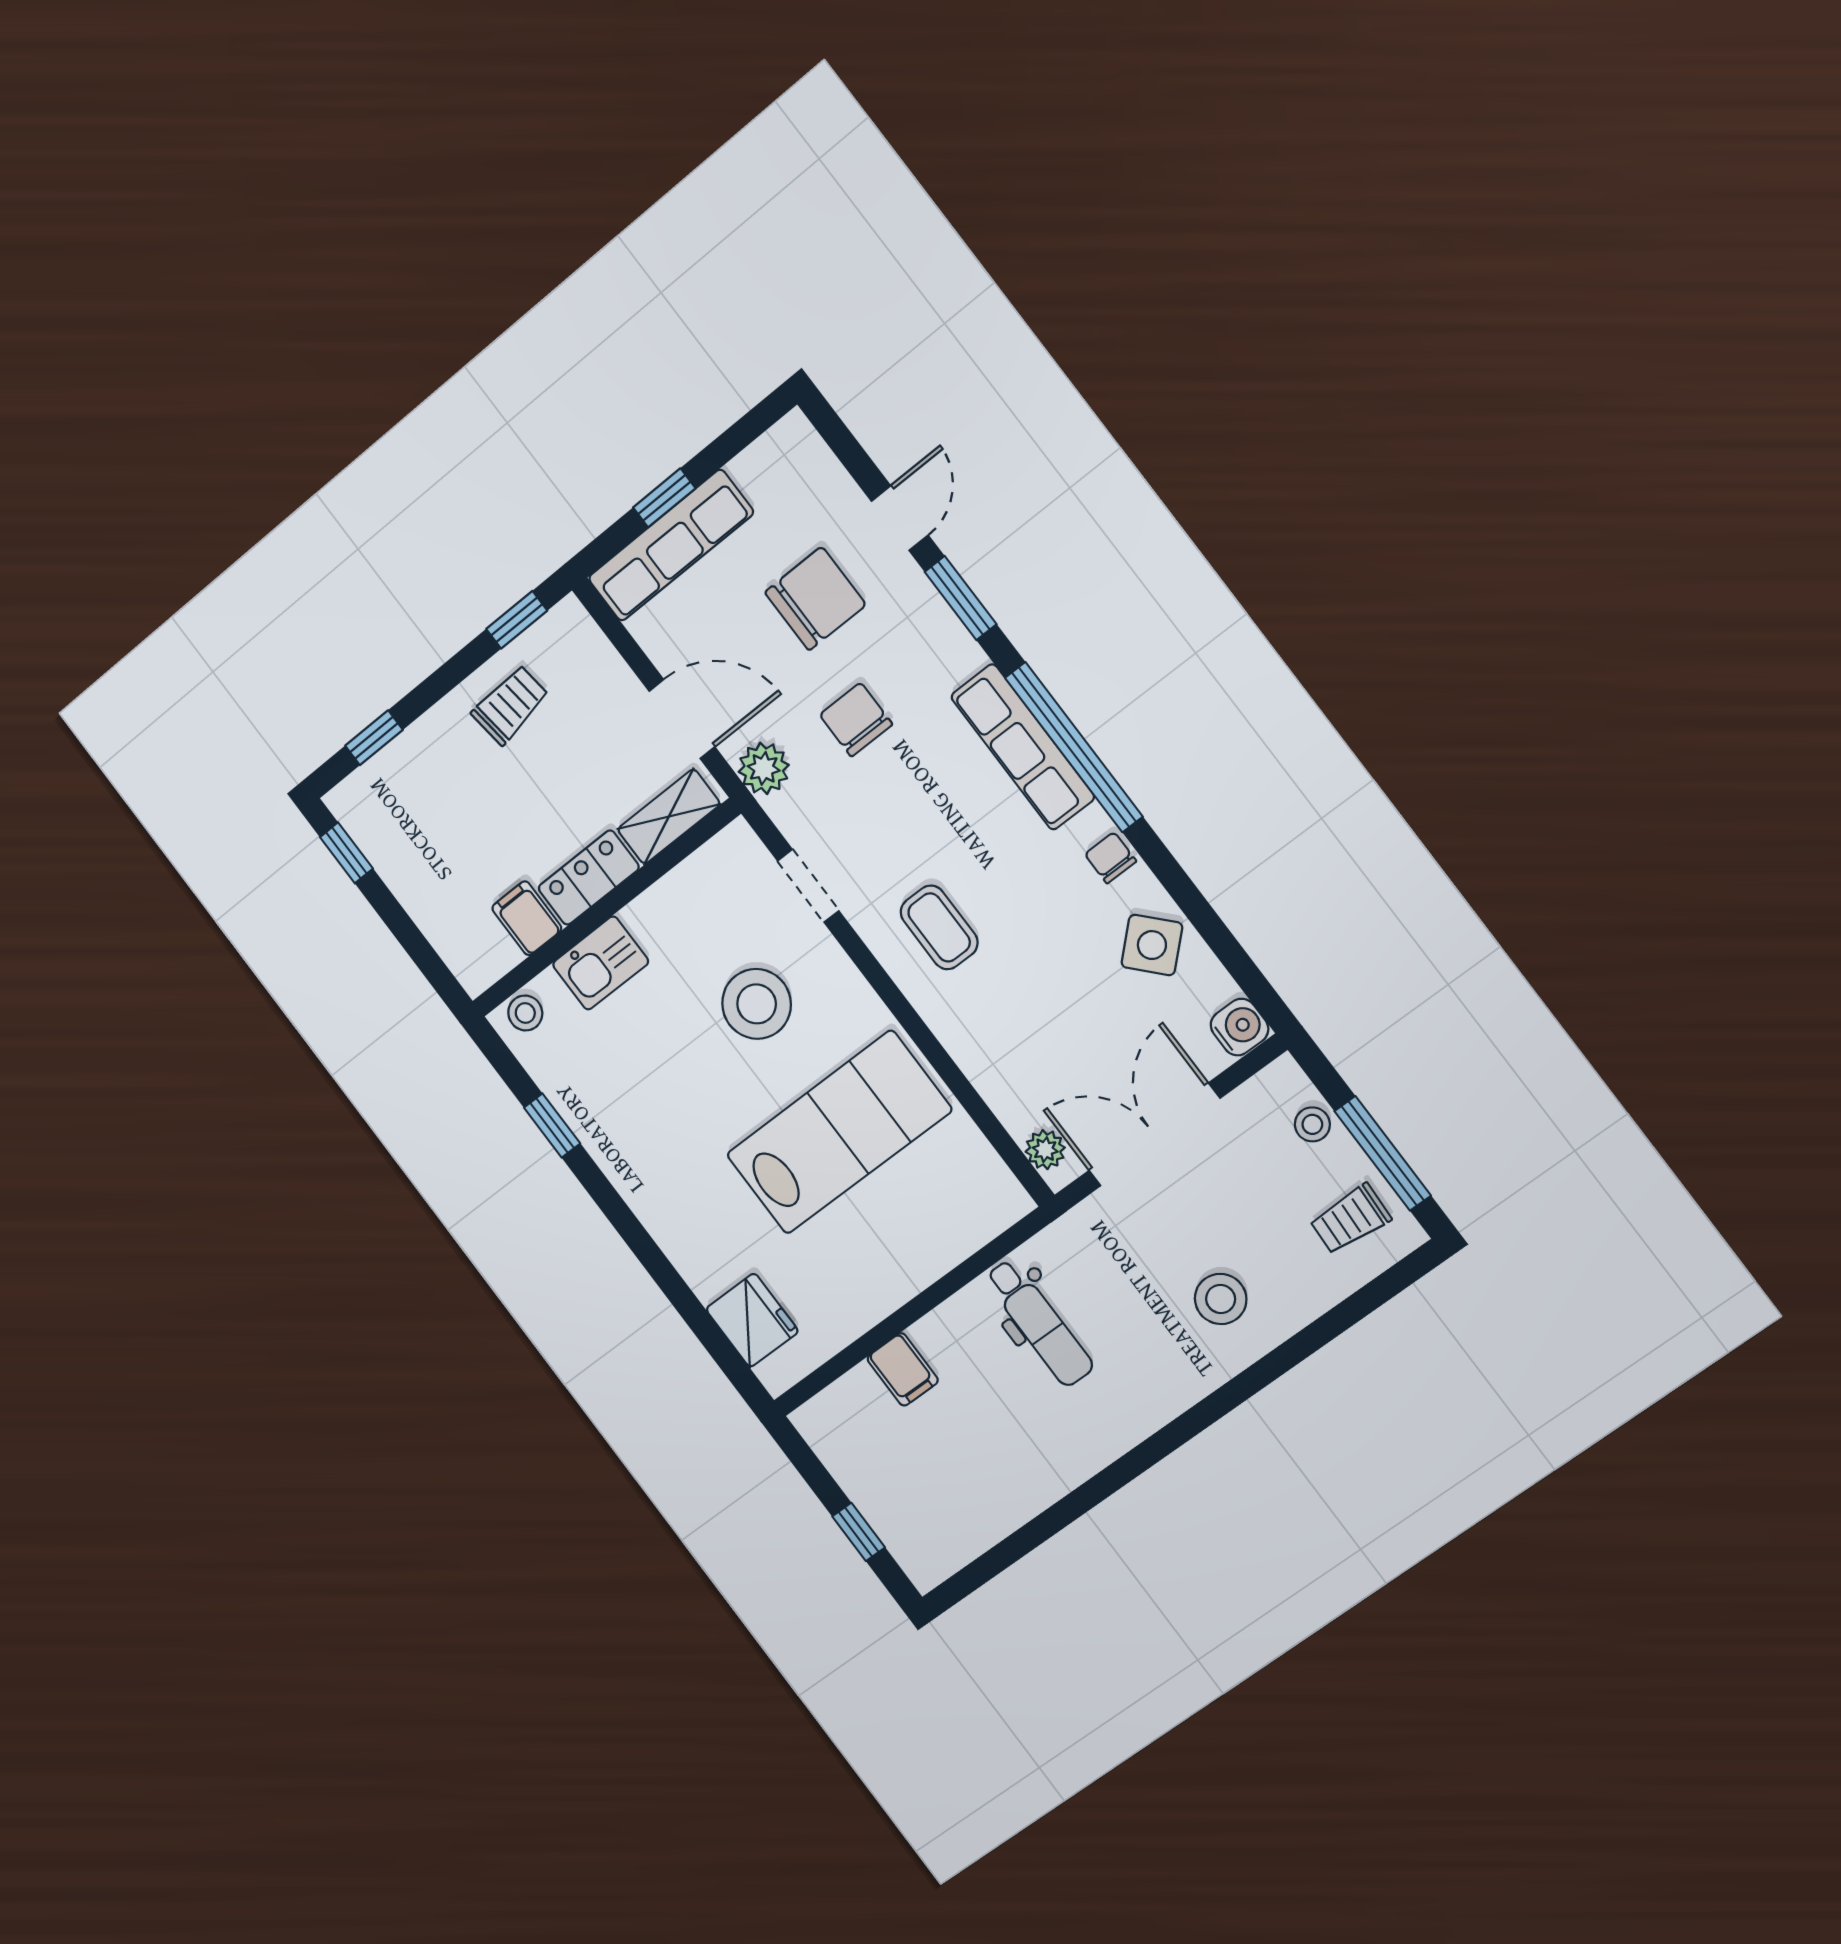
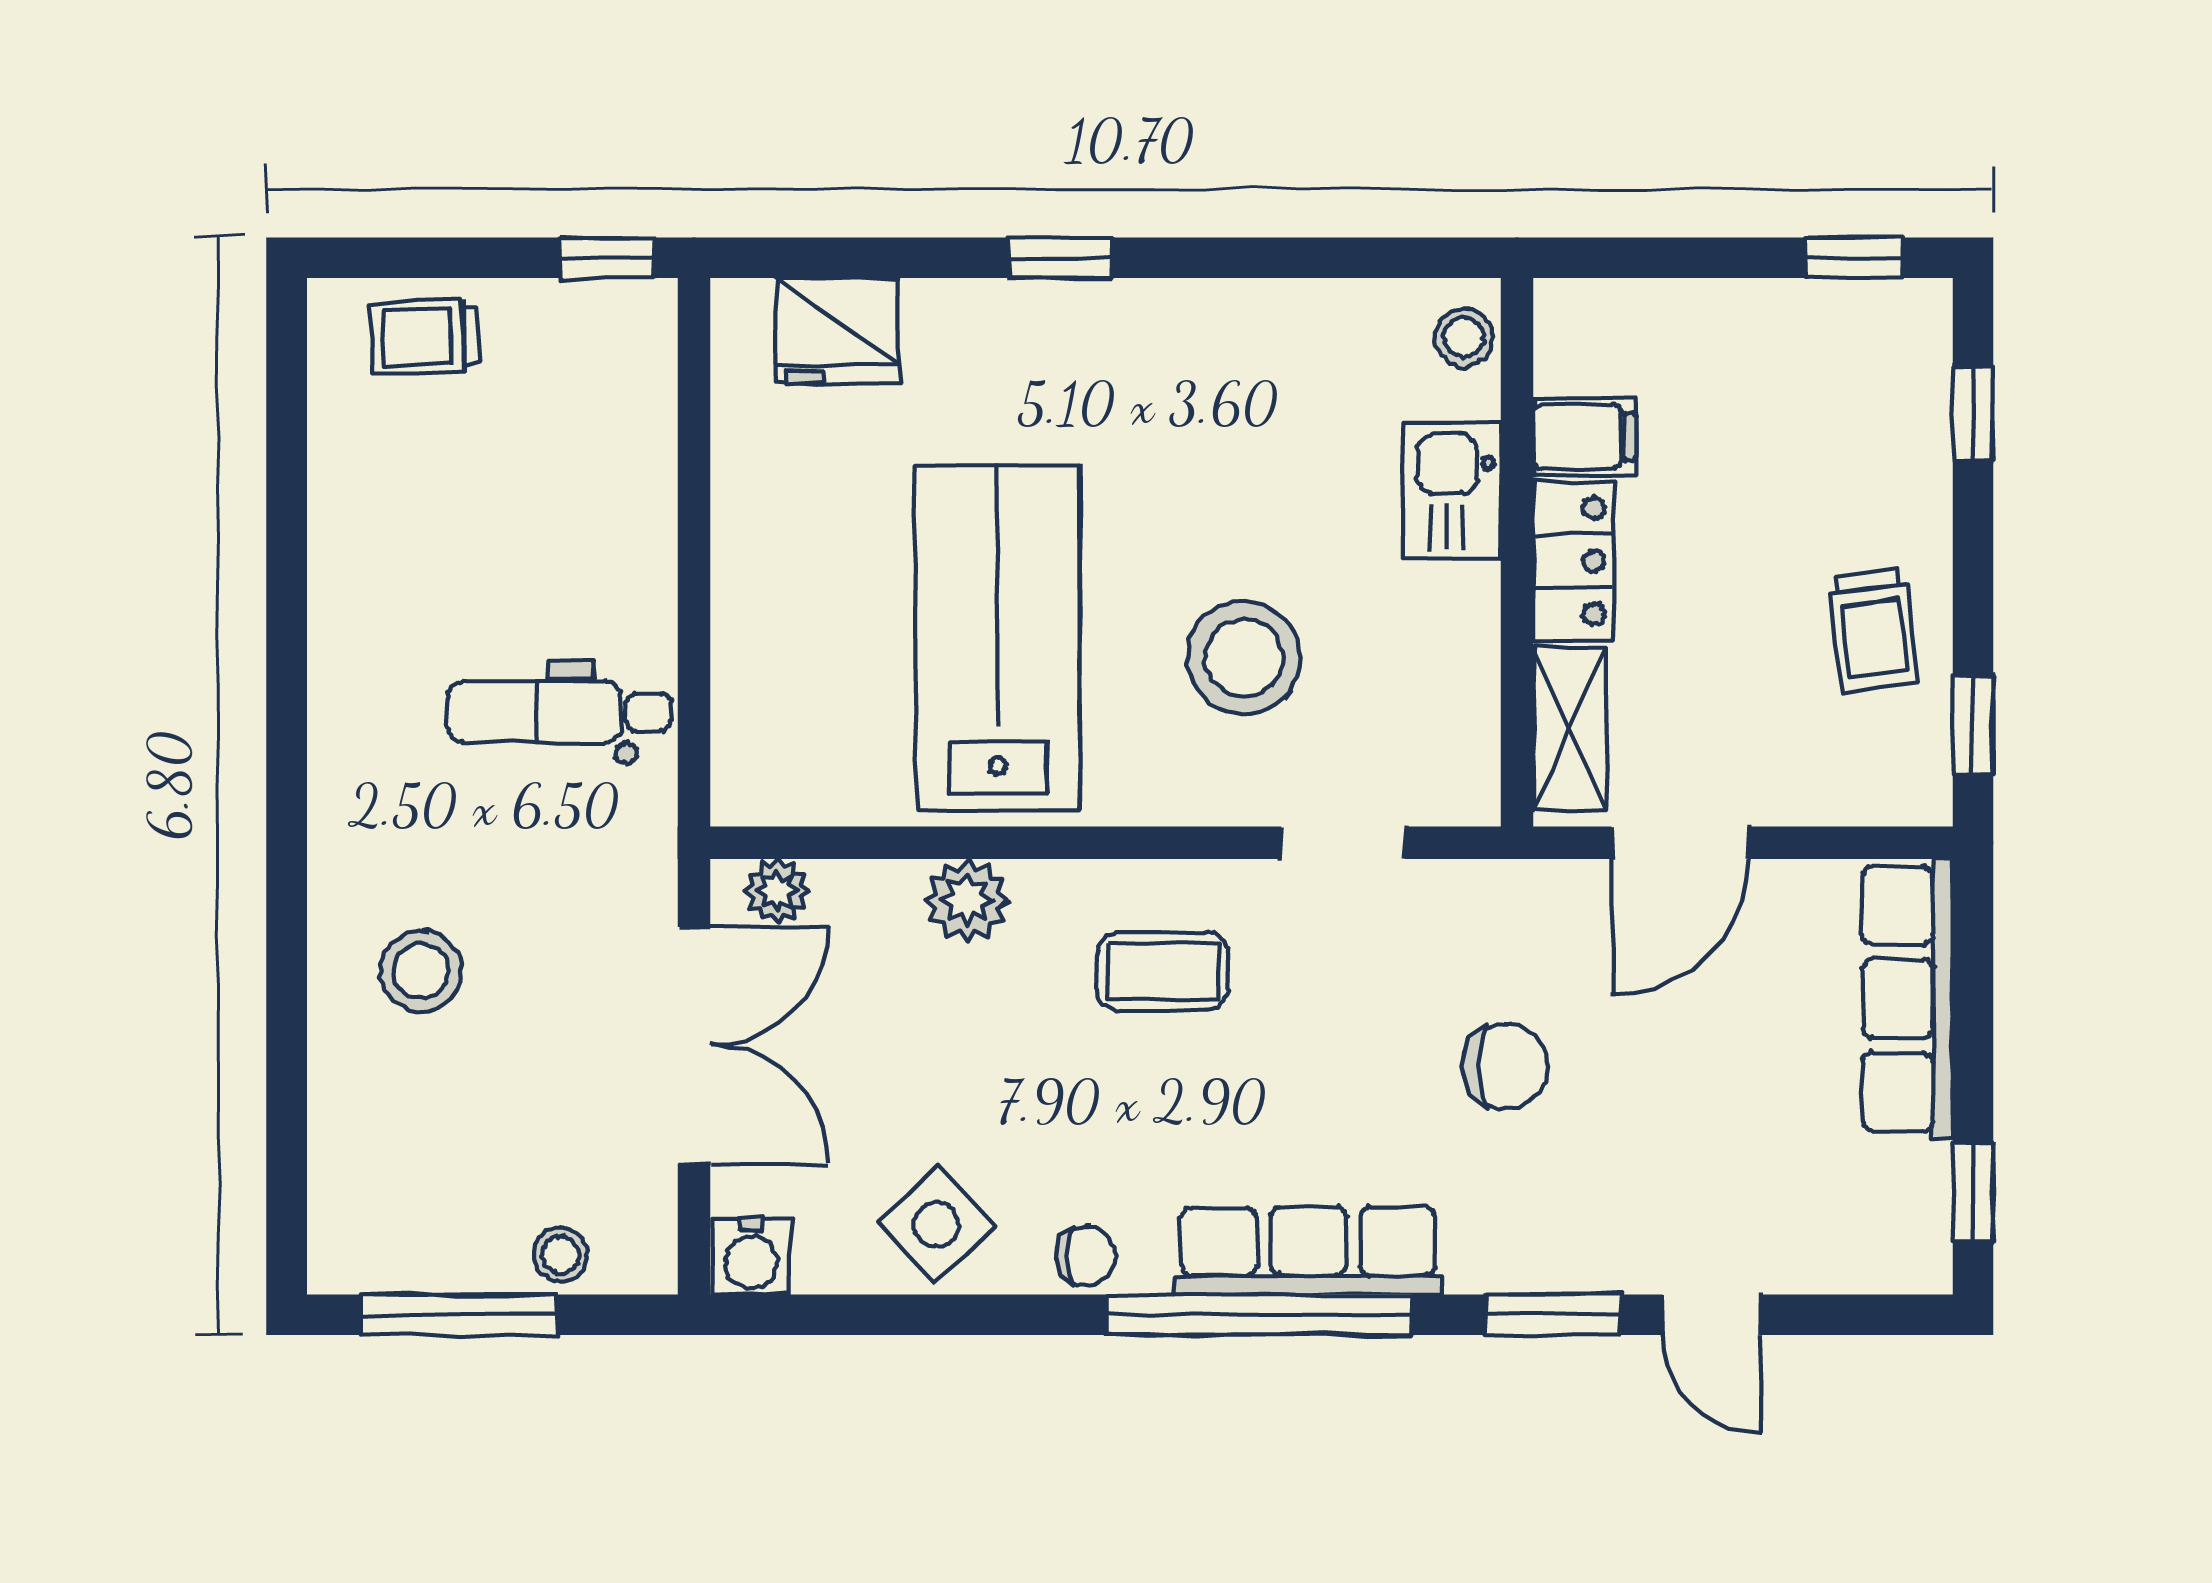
window: (664, 498) -> (1973, 1192), moved
chair: (815, 599) -> (1696, 1132), removed
plant: (764, 768) -> (967, 900), moved
window: (552, 1126) -> (1061, 258), moved
lab bench: (839, 1132) -> (998, 638), turned 180
trolley: (1350, 1219) -> (425, 337), moved, turned -95
filing cabinet: (903, 1369) -> (627, 484), removed
window: (859, 1532) -> (607, 258), moved

